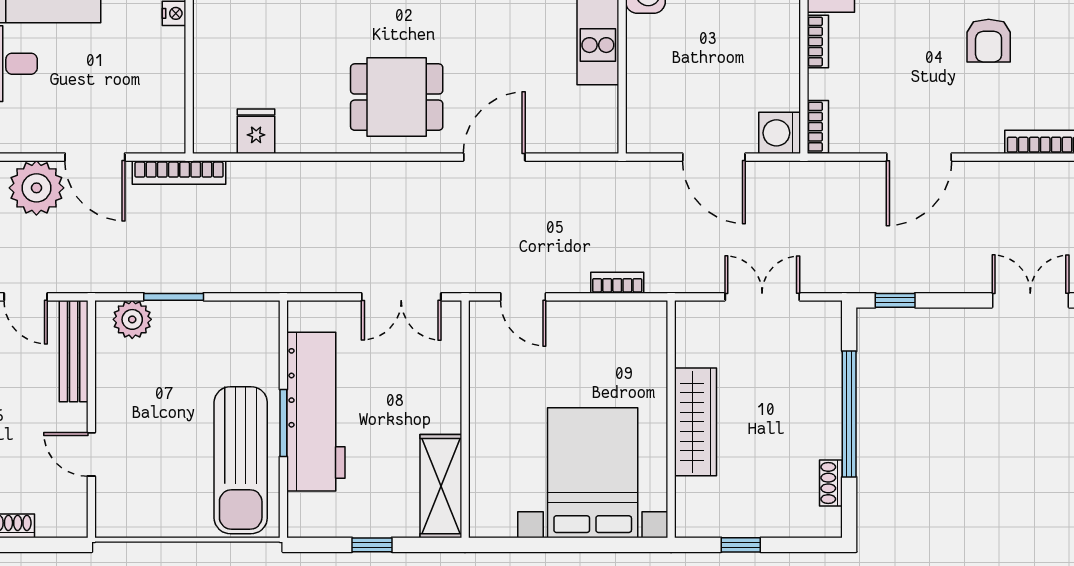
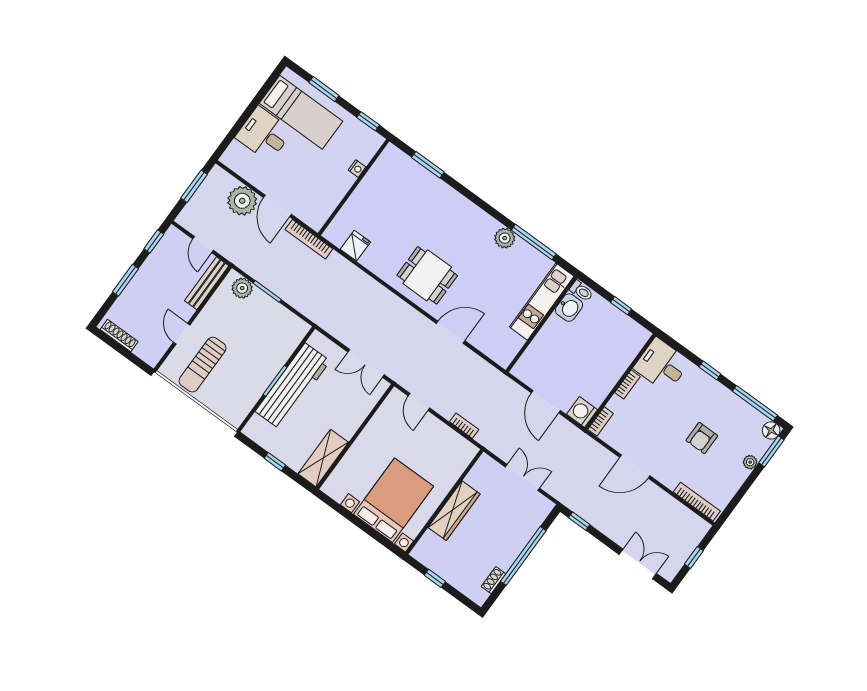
sun lounger: (241, 460) -> (203, 365), moved, width x0.73, depth x0.75

